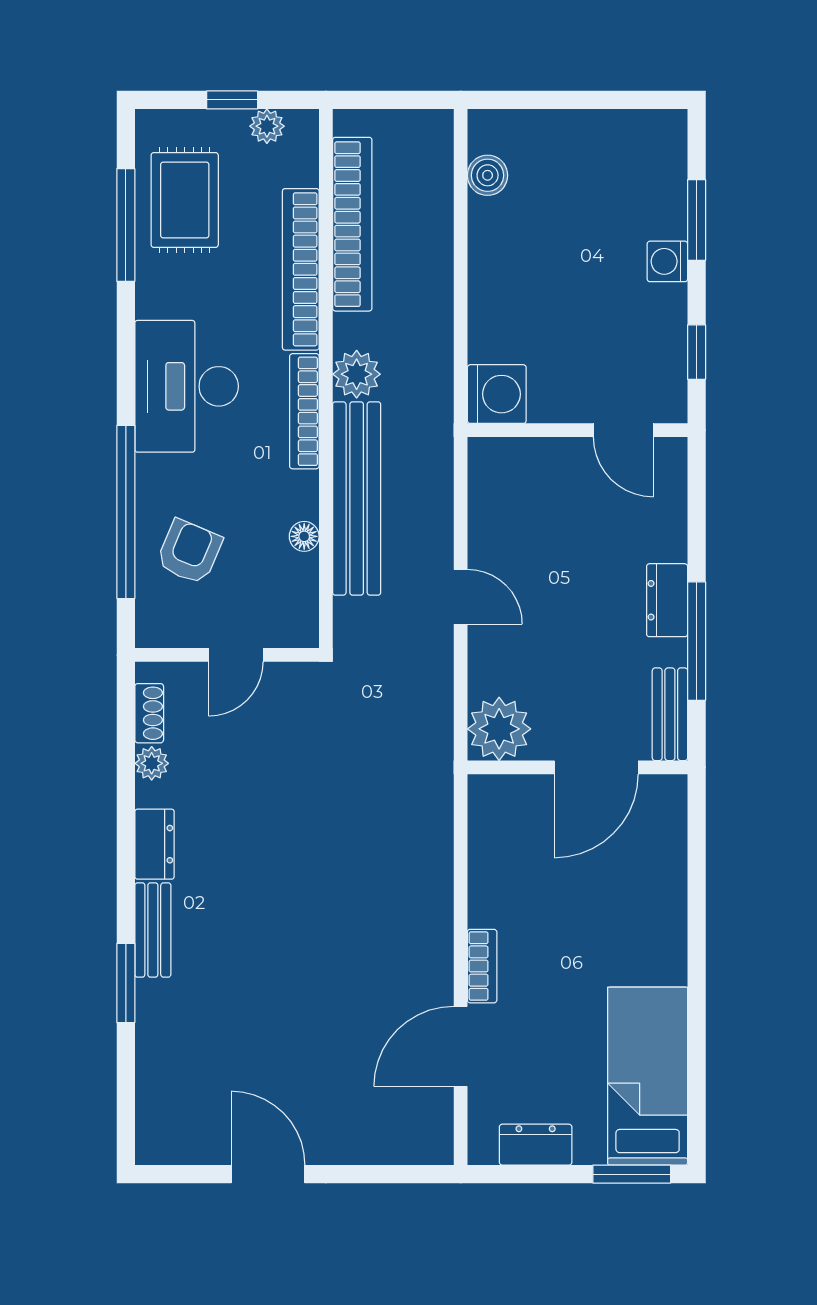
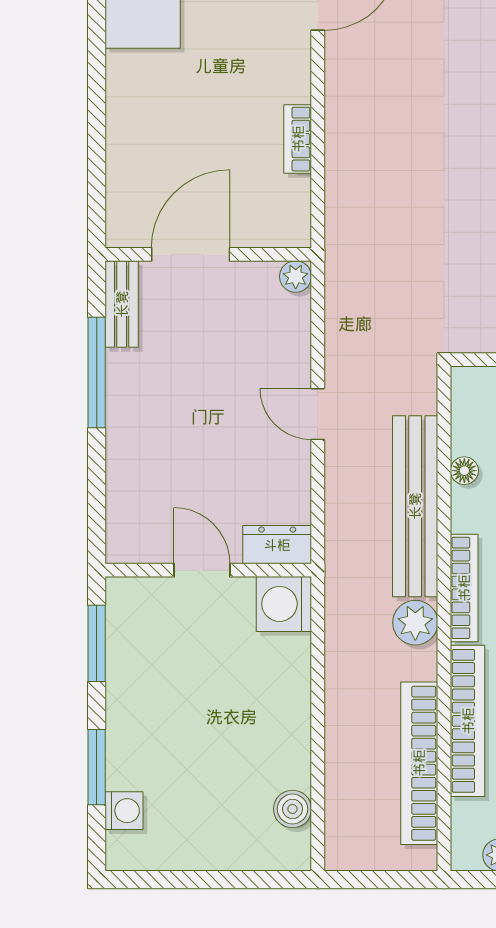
washing machine: (667, 261) -> (124, 811), moved
window: (697, 352) -> (97, 643), width x1.50
door: (623, 430) -> (202, 570), moved
dresser: (667, 600) -> (277, 545), moved, turned -90
plant: (499, 729) -> (296, 276), width x0.53, depth x0.53
bookcase: (482, 966) -> (298, 139), moved

